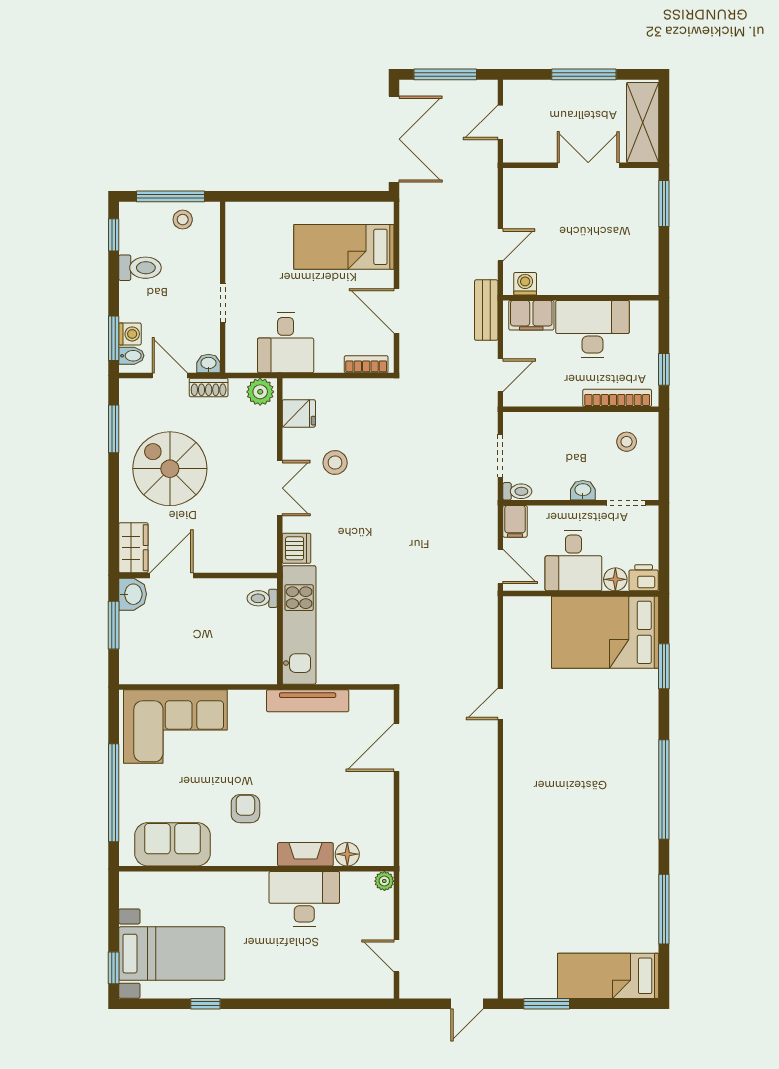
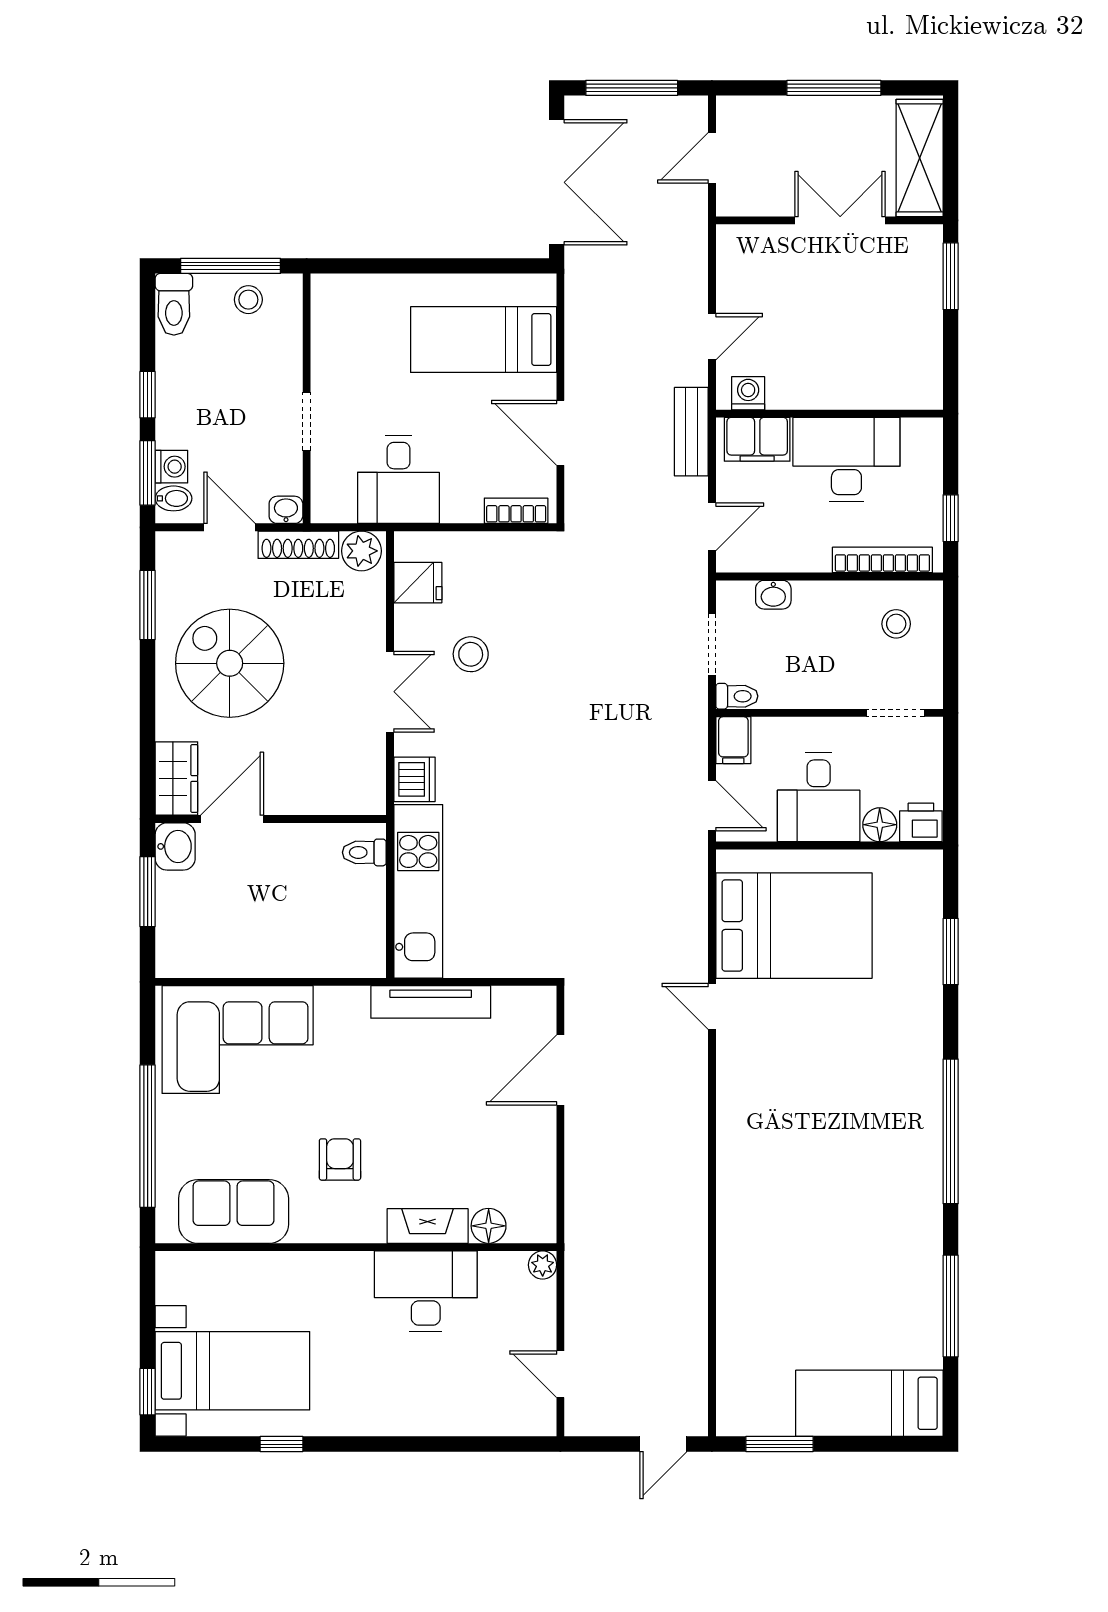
window: (114, 235) -> (148, 395), moved
toilet: (140, 268) -> (174, 304), moved, turned 90
shoe rack: (209, 388) -> (298, 545), width x1.43
washbasin: (583, 490) -> (773, 595), moved, turned 180
bed: (605, 632) -> (794, 926), moved, turned 180
door: (500, 704) -> (712, 1006), hinge flipped

